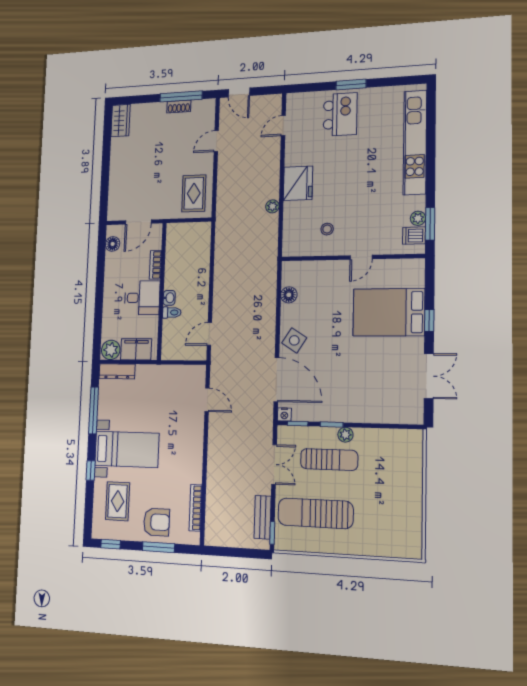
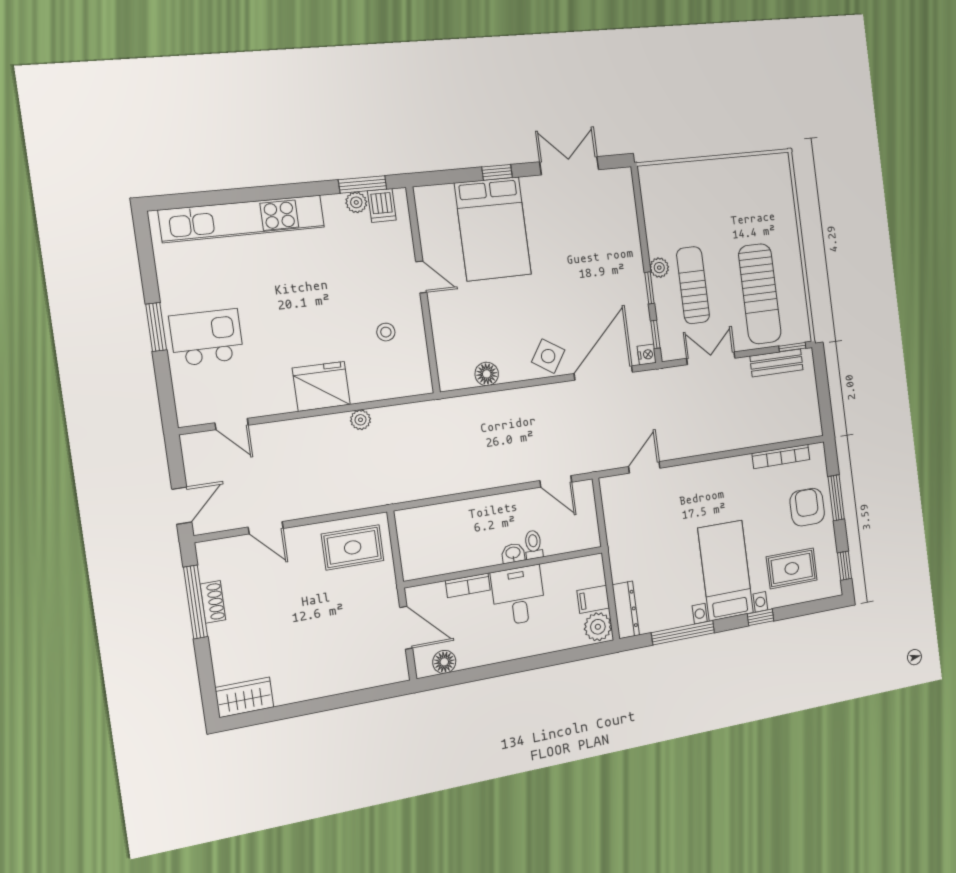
filing cabinet: (136, 349) -> (593, 599), width x0.50

